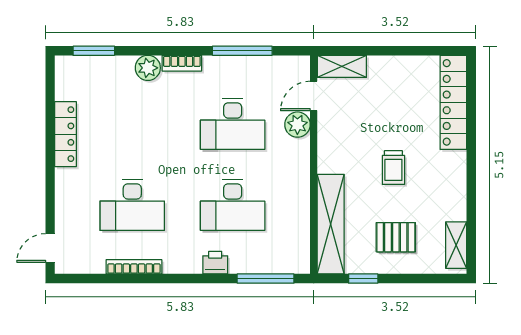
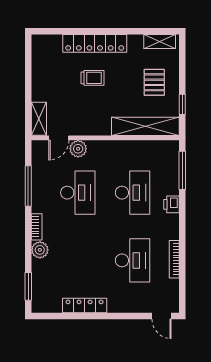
door: (314, 96) -> (59, 138), hinge flipped
locker: (453, 102) -> (95, 43), moved
trolley: (393, 168) -> (92, 78), moved

